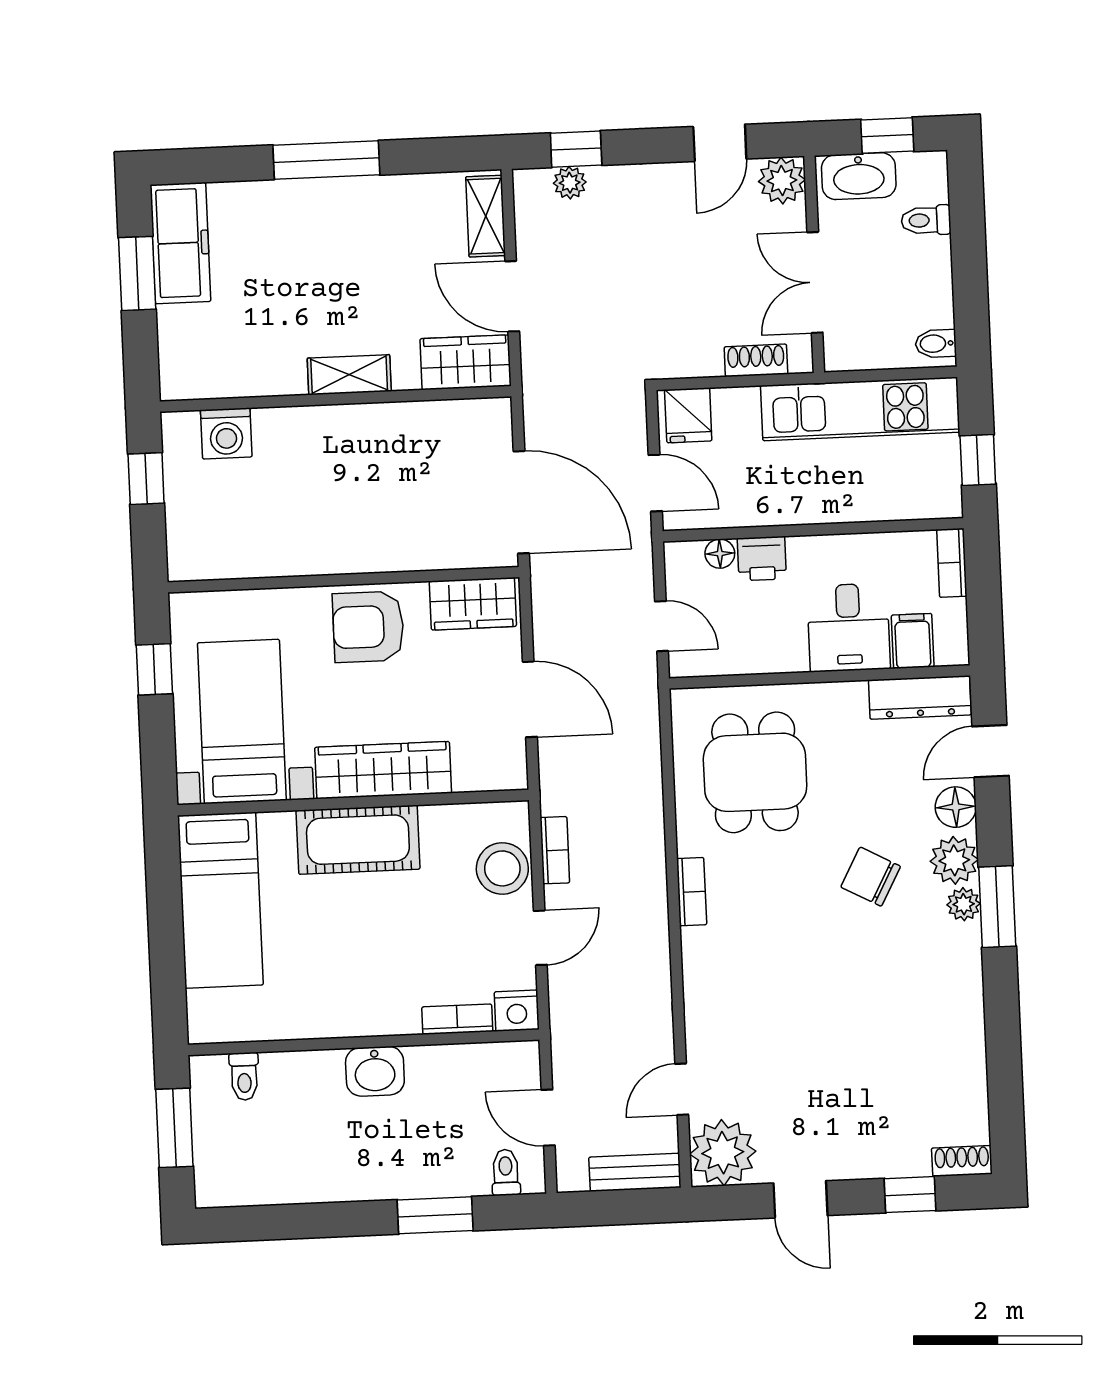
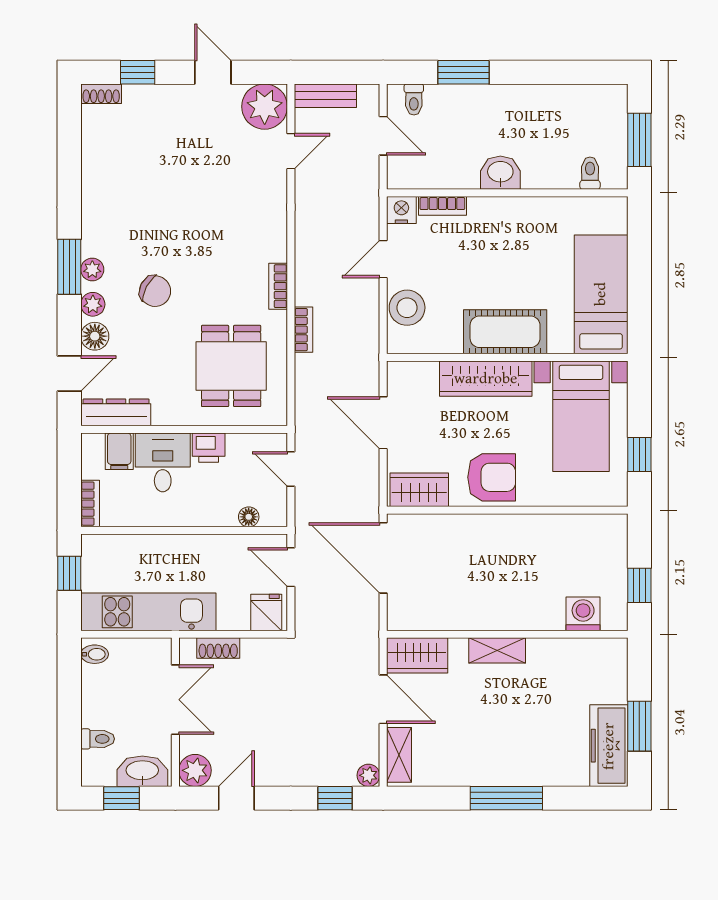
plant: (570, 183) -> (368, 775), moved
printer: (762, 559) -> (209, 448), moved, turned 180
bookcase: (555, 850) -> (303, 330), moved, turned 180
plant: (954, 860) -> (93, 304), width x0.73, depth x0.73

